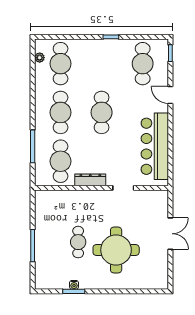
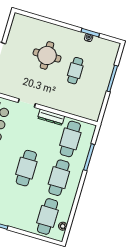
round table: (116, 250) -> (47, 55), width x0.73, depth x0.73

